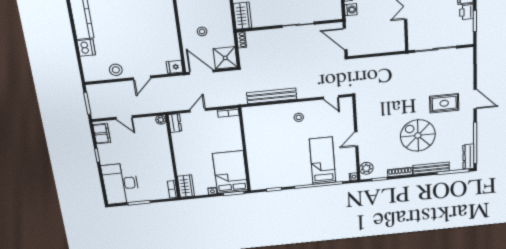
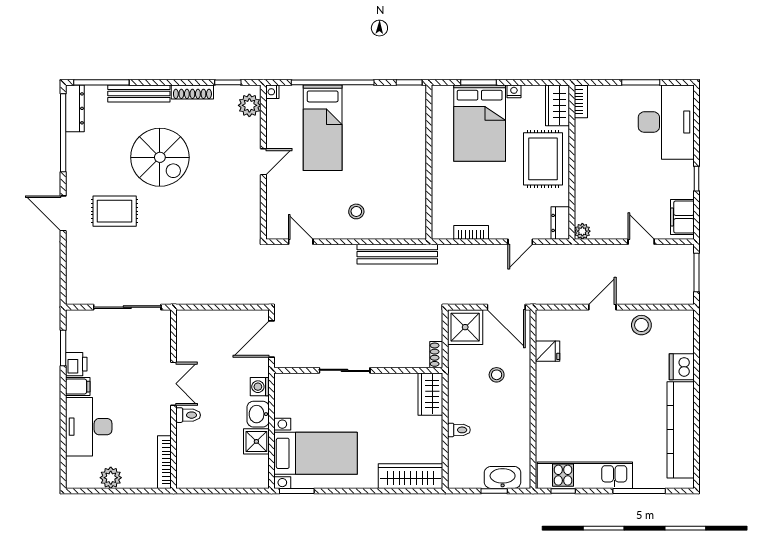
door: (345, 39) -> (272, 339), swing flipped
fridge: (175, 67) -> (548, 351), moved
wall: (245, 150) -> (429, 162), moved
rug: (190, 157) -> (543, 159), added

